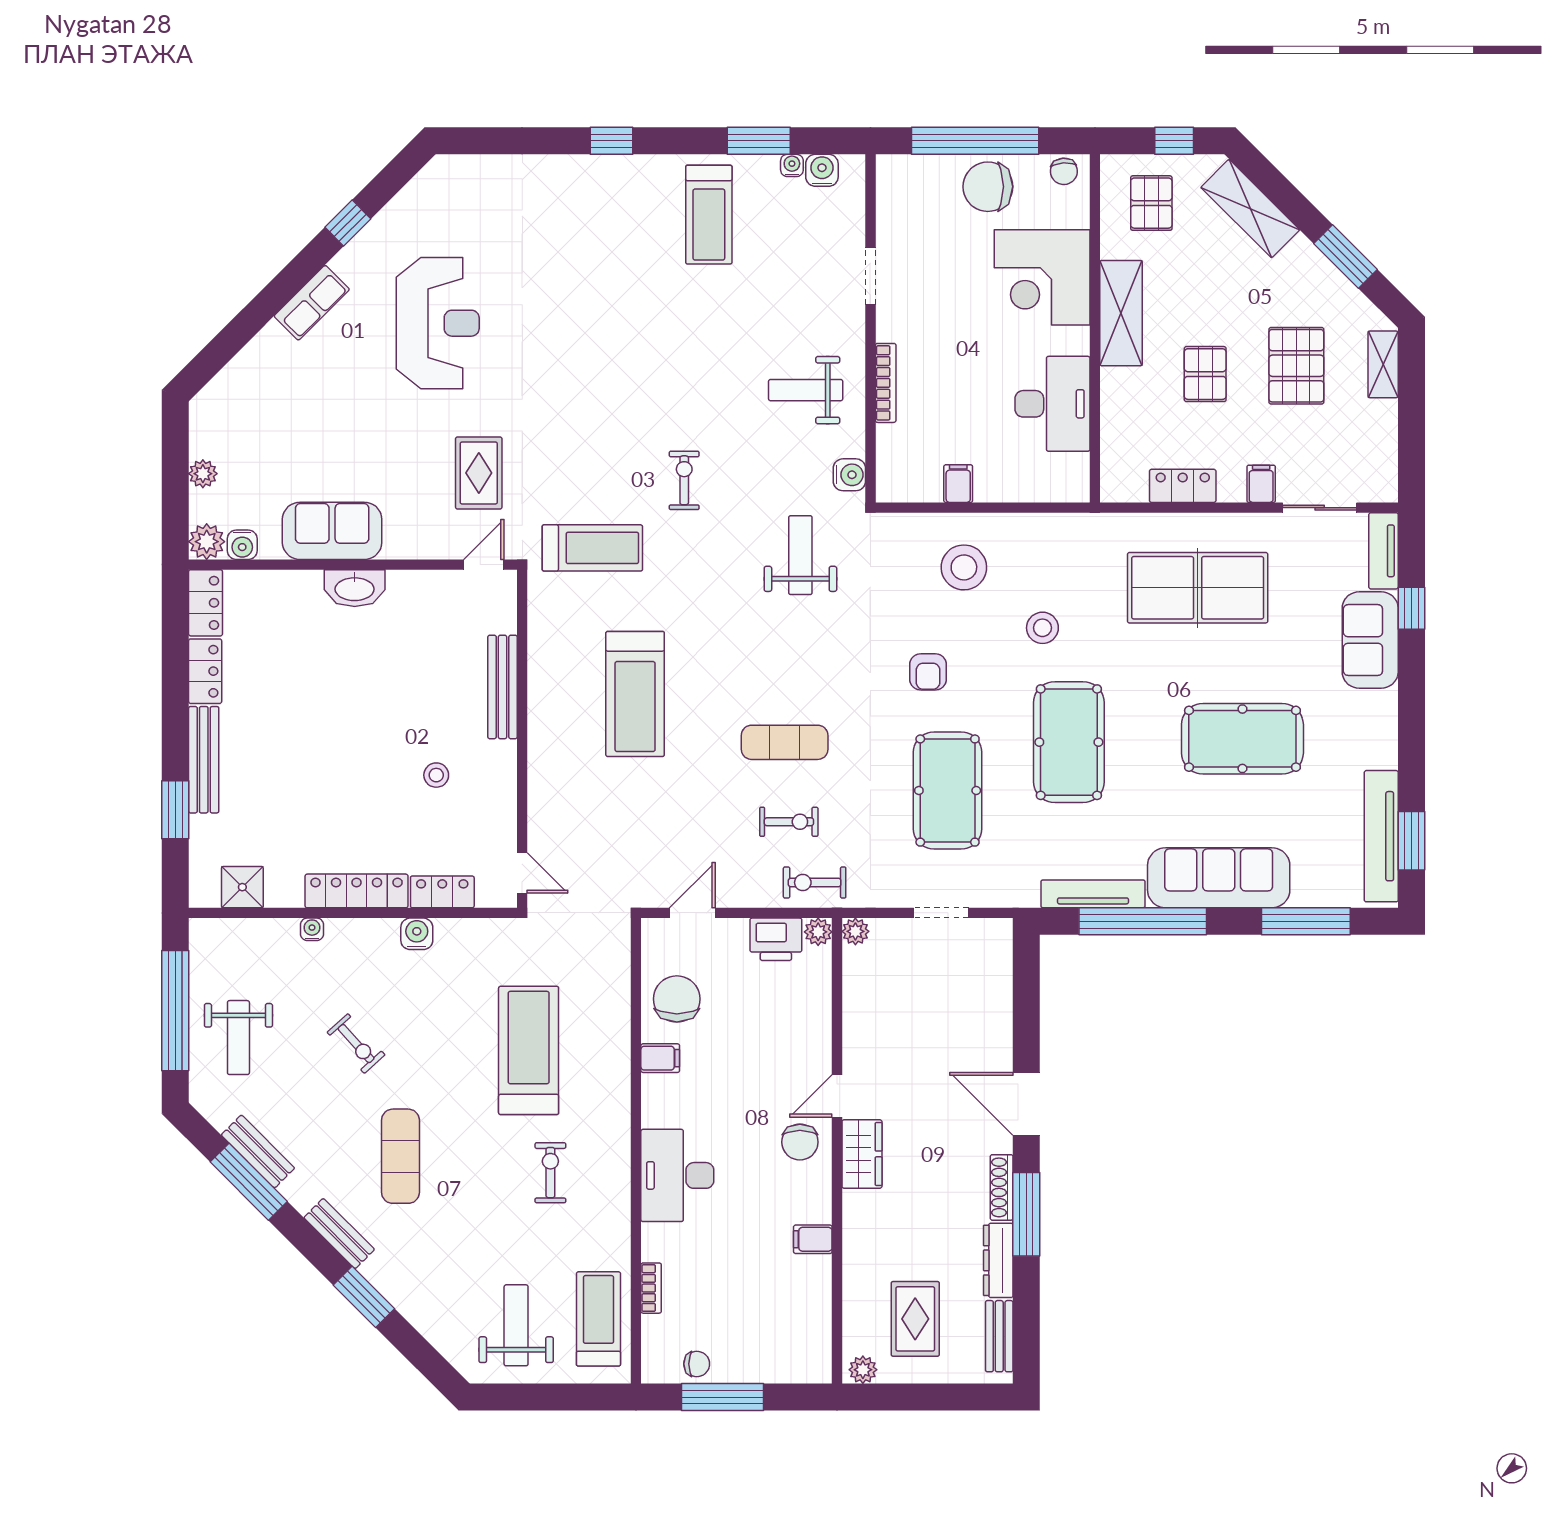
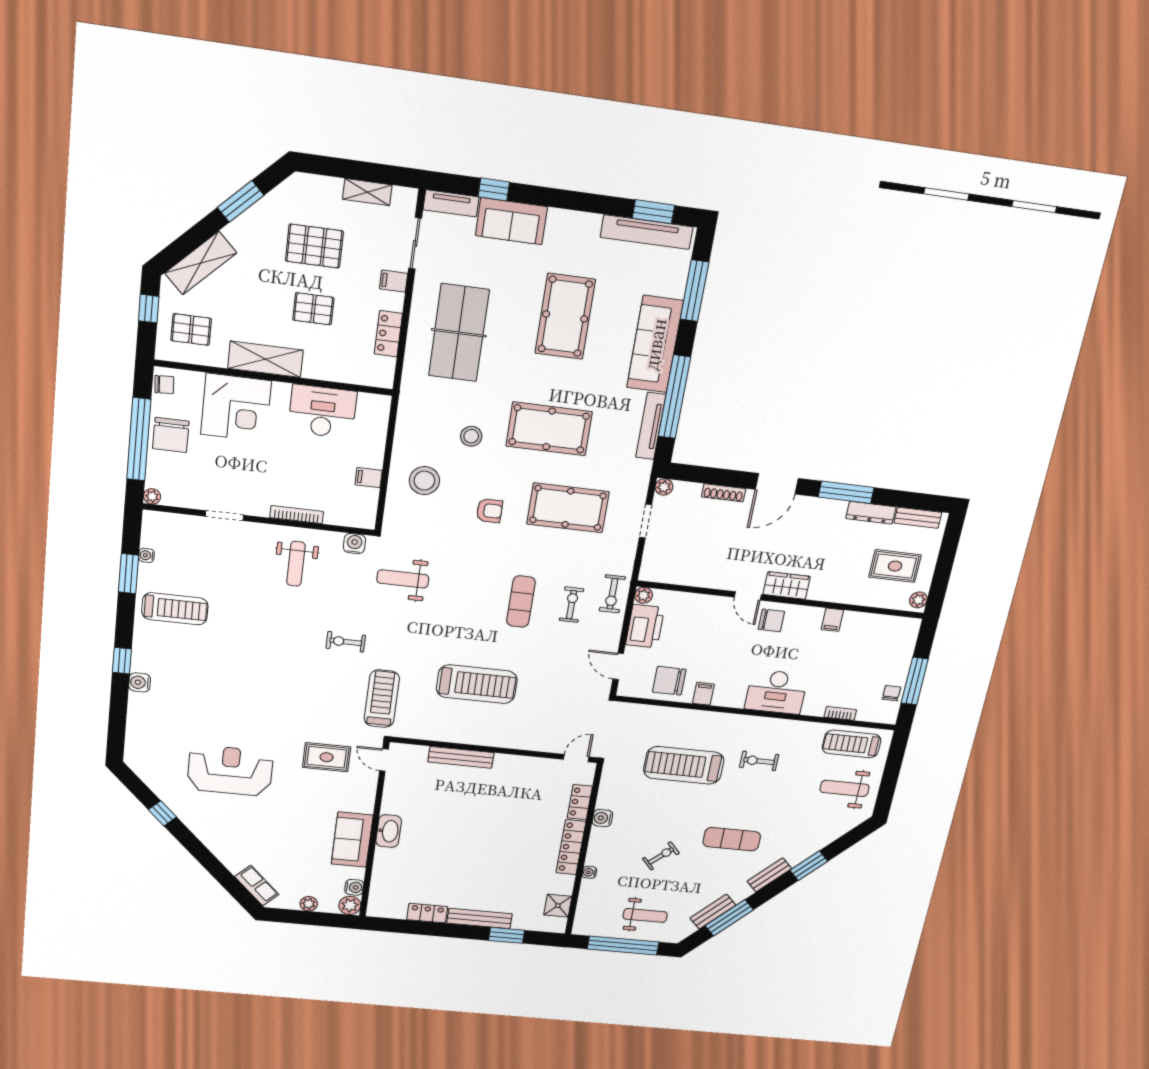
plant: (888, 167) -> (152, 496), added
water cooler: (822, 170) -> (140, 682), moved
row of seats: (312, 303) -> (257, 886), moved
shelving: (1383, 364) -> (367, 192), moved
locker: (206, 603) -> (386, 909), removed
stool: (436, 775) -> (509, 798), removed
plant: (855, 931) -> (664, 487), moved
printer: (776, 939) -> (645, 626), width x1.37, depth x1.19
shoe rack: (1002, 1187) -> (724, 493), moved

